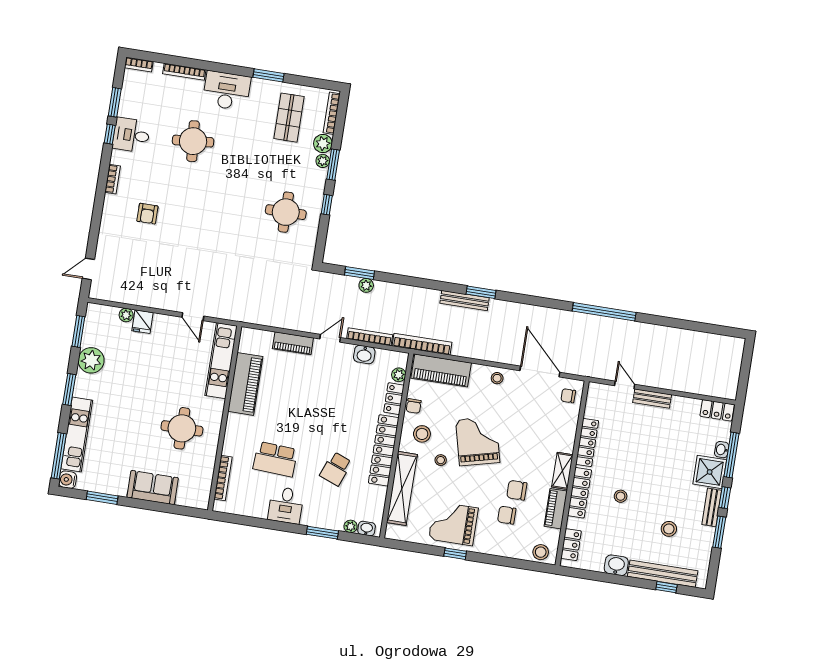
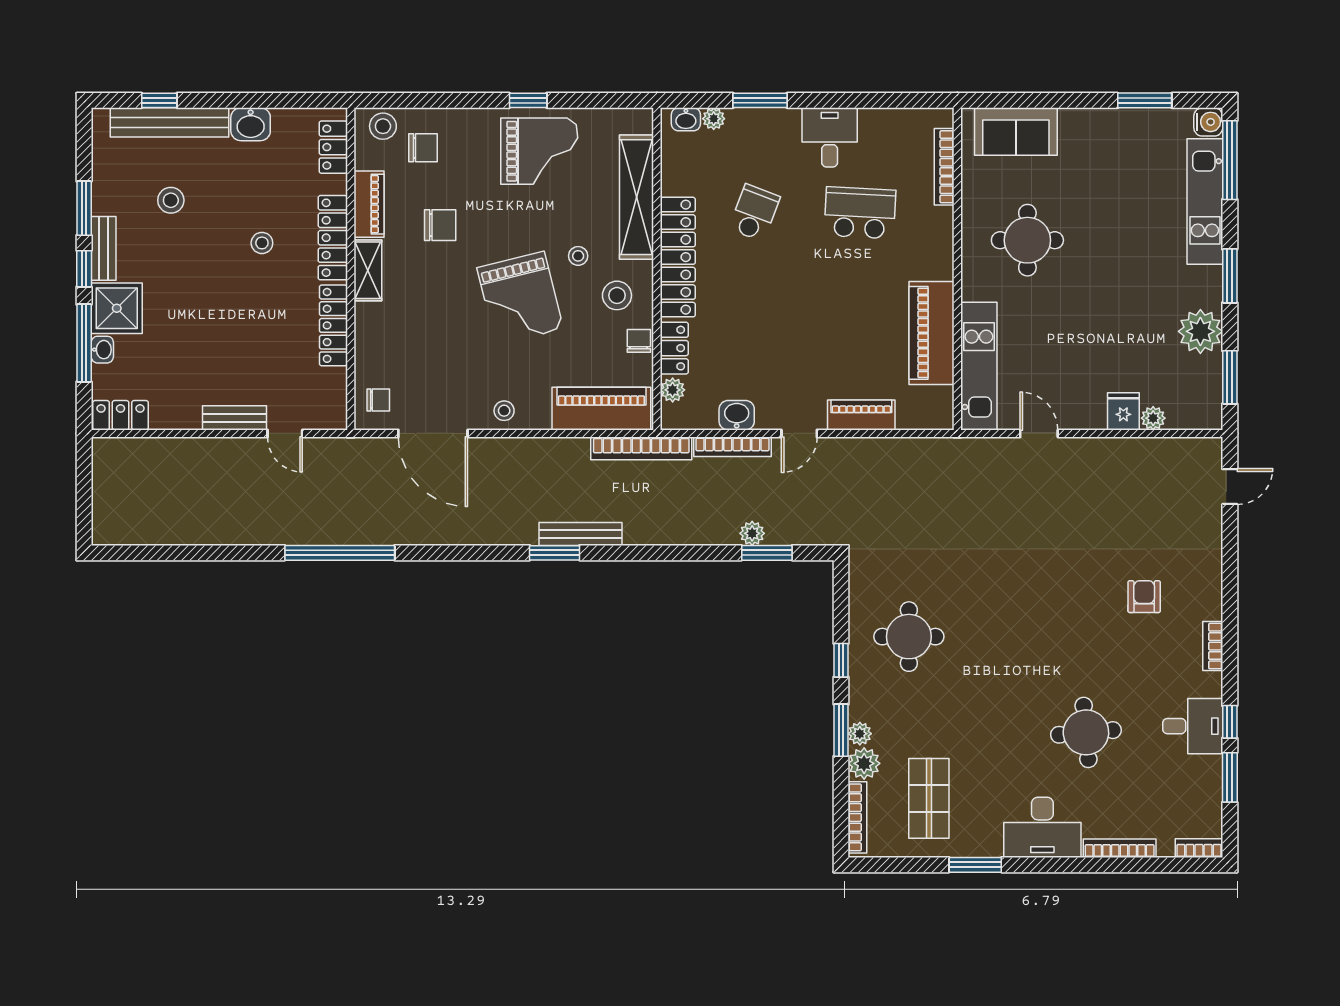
sofa: (153, 488) -> (1016, 131), moved
chair: (507, 515) -> (423, 148), moved

